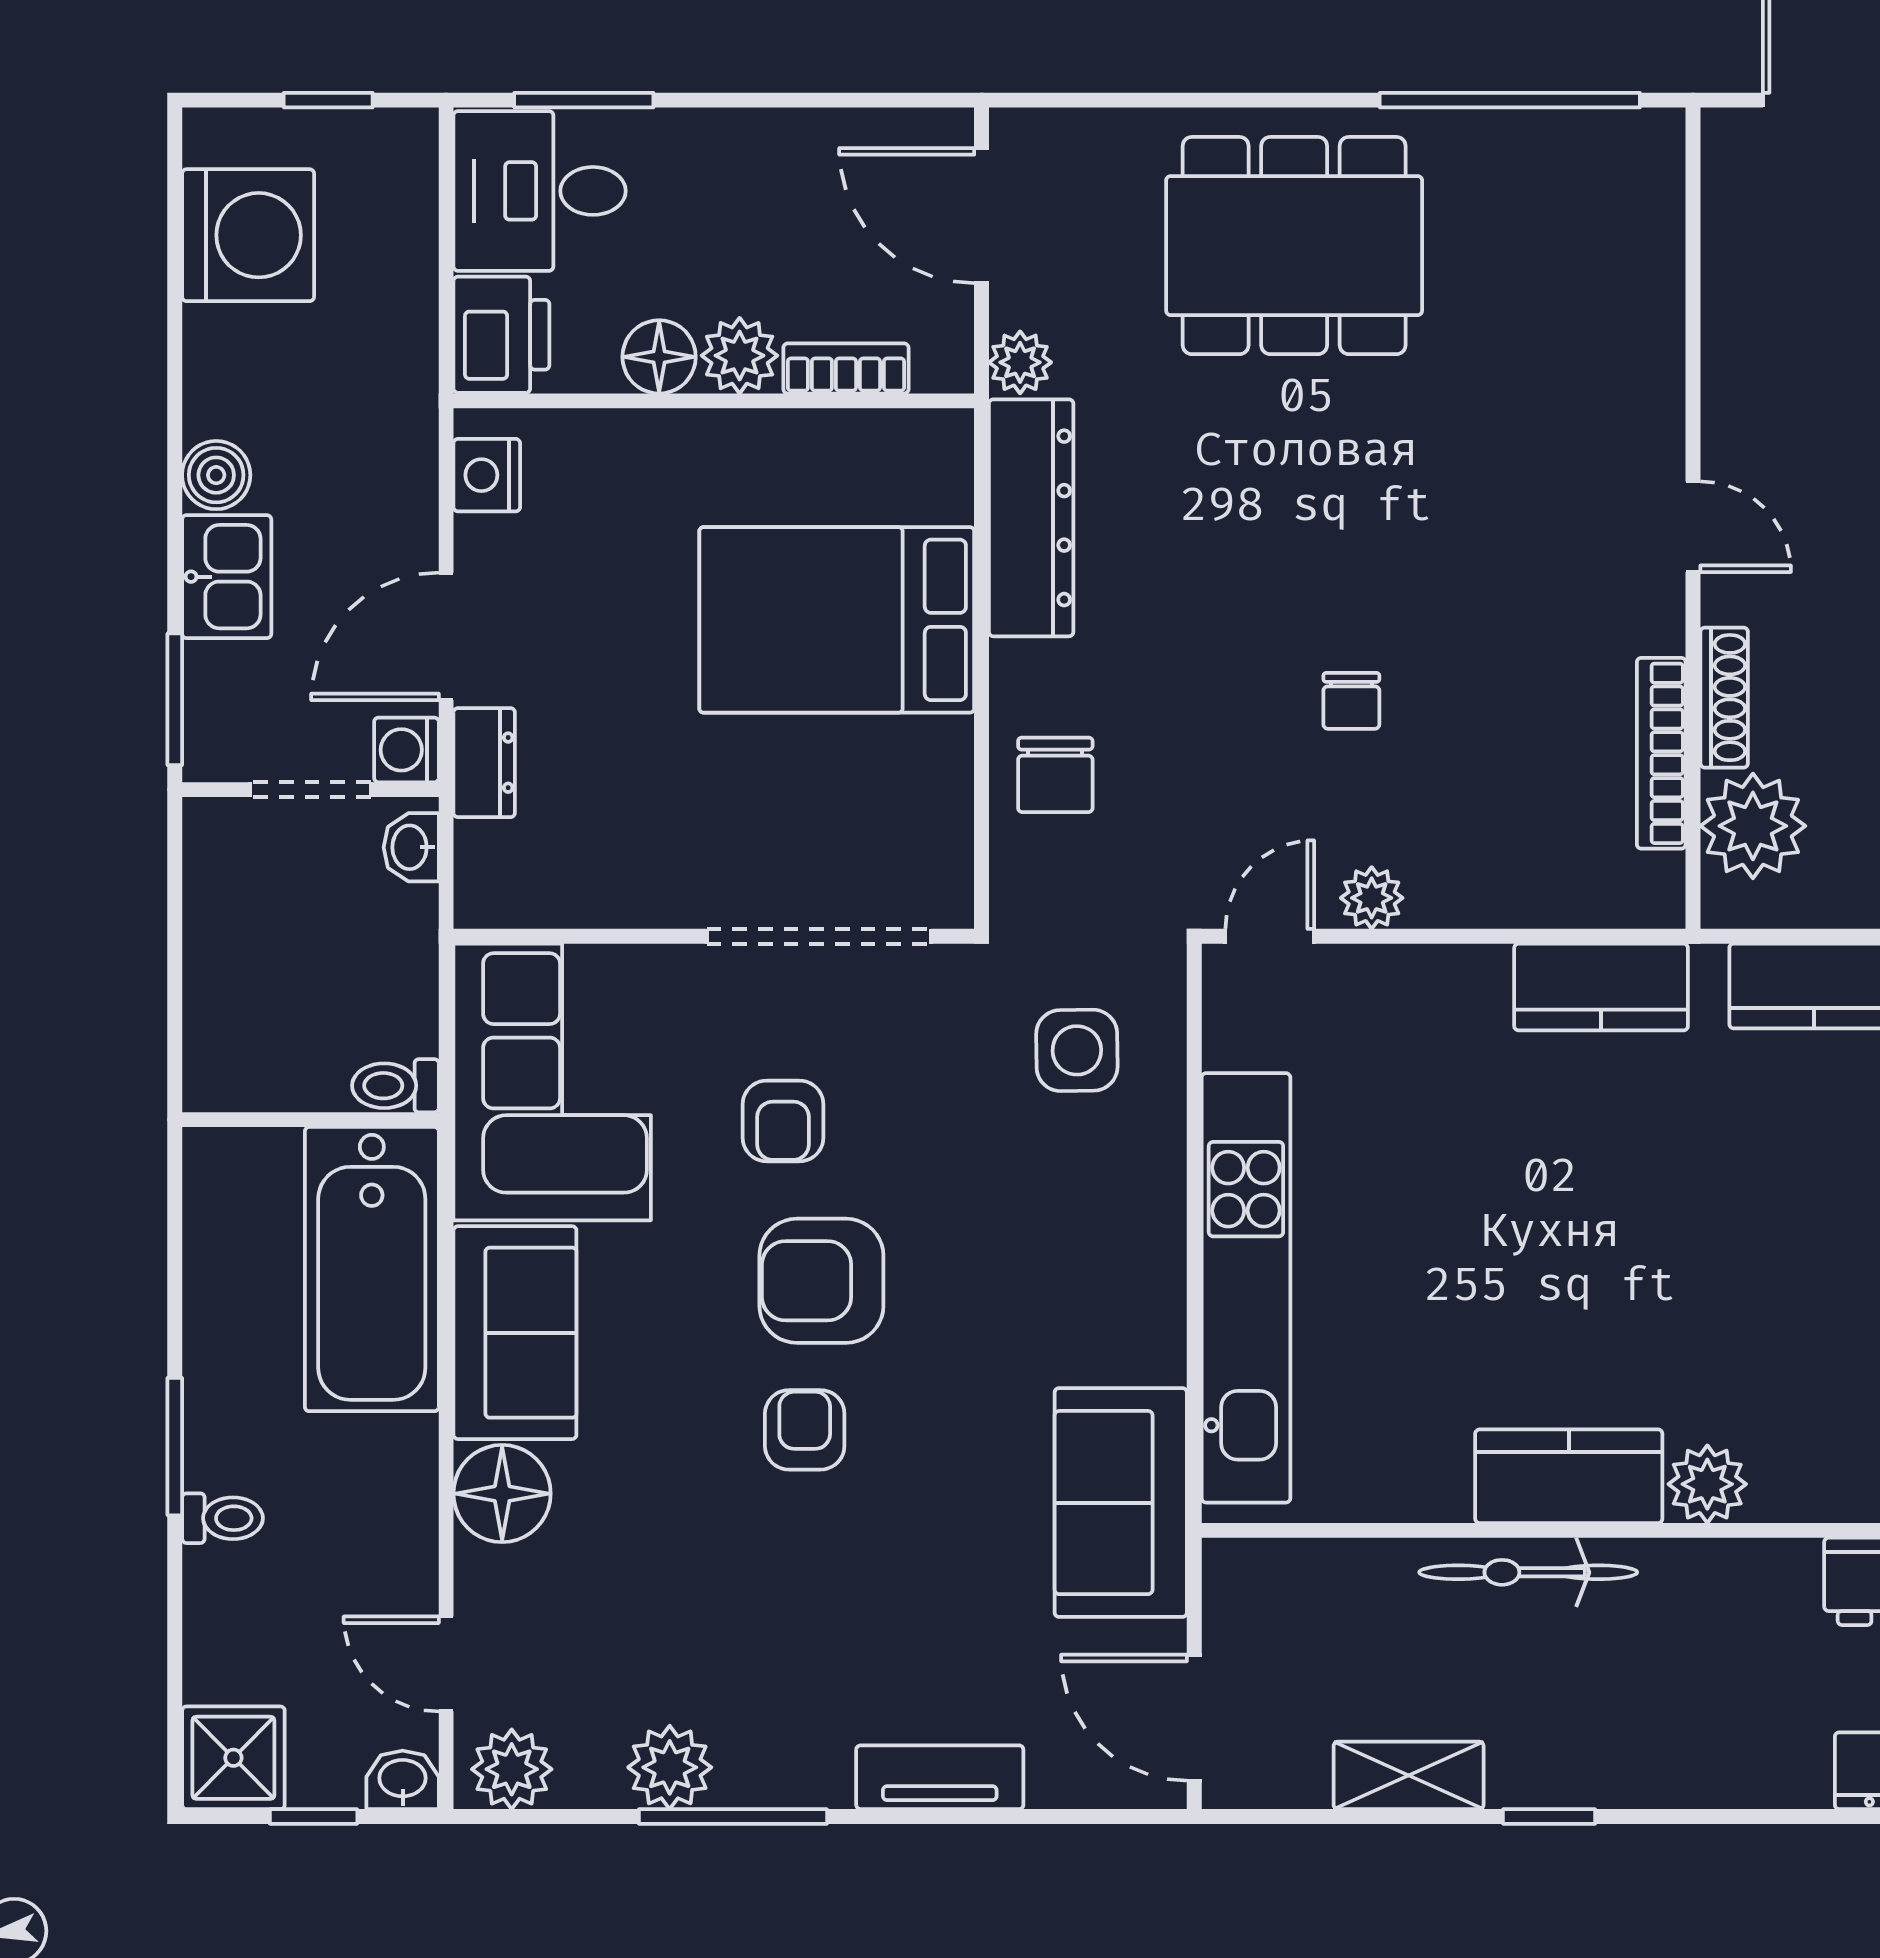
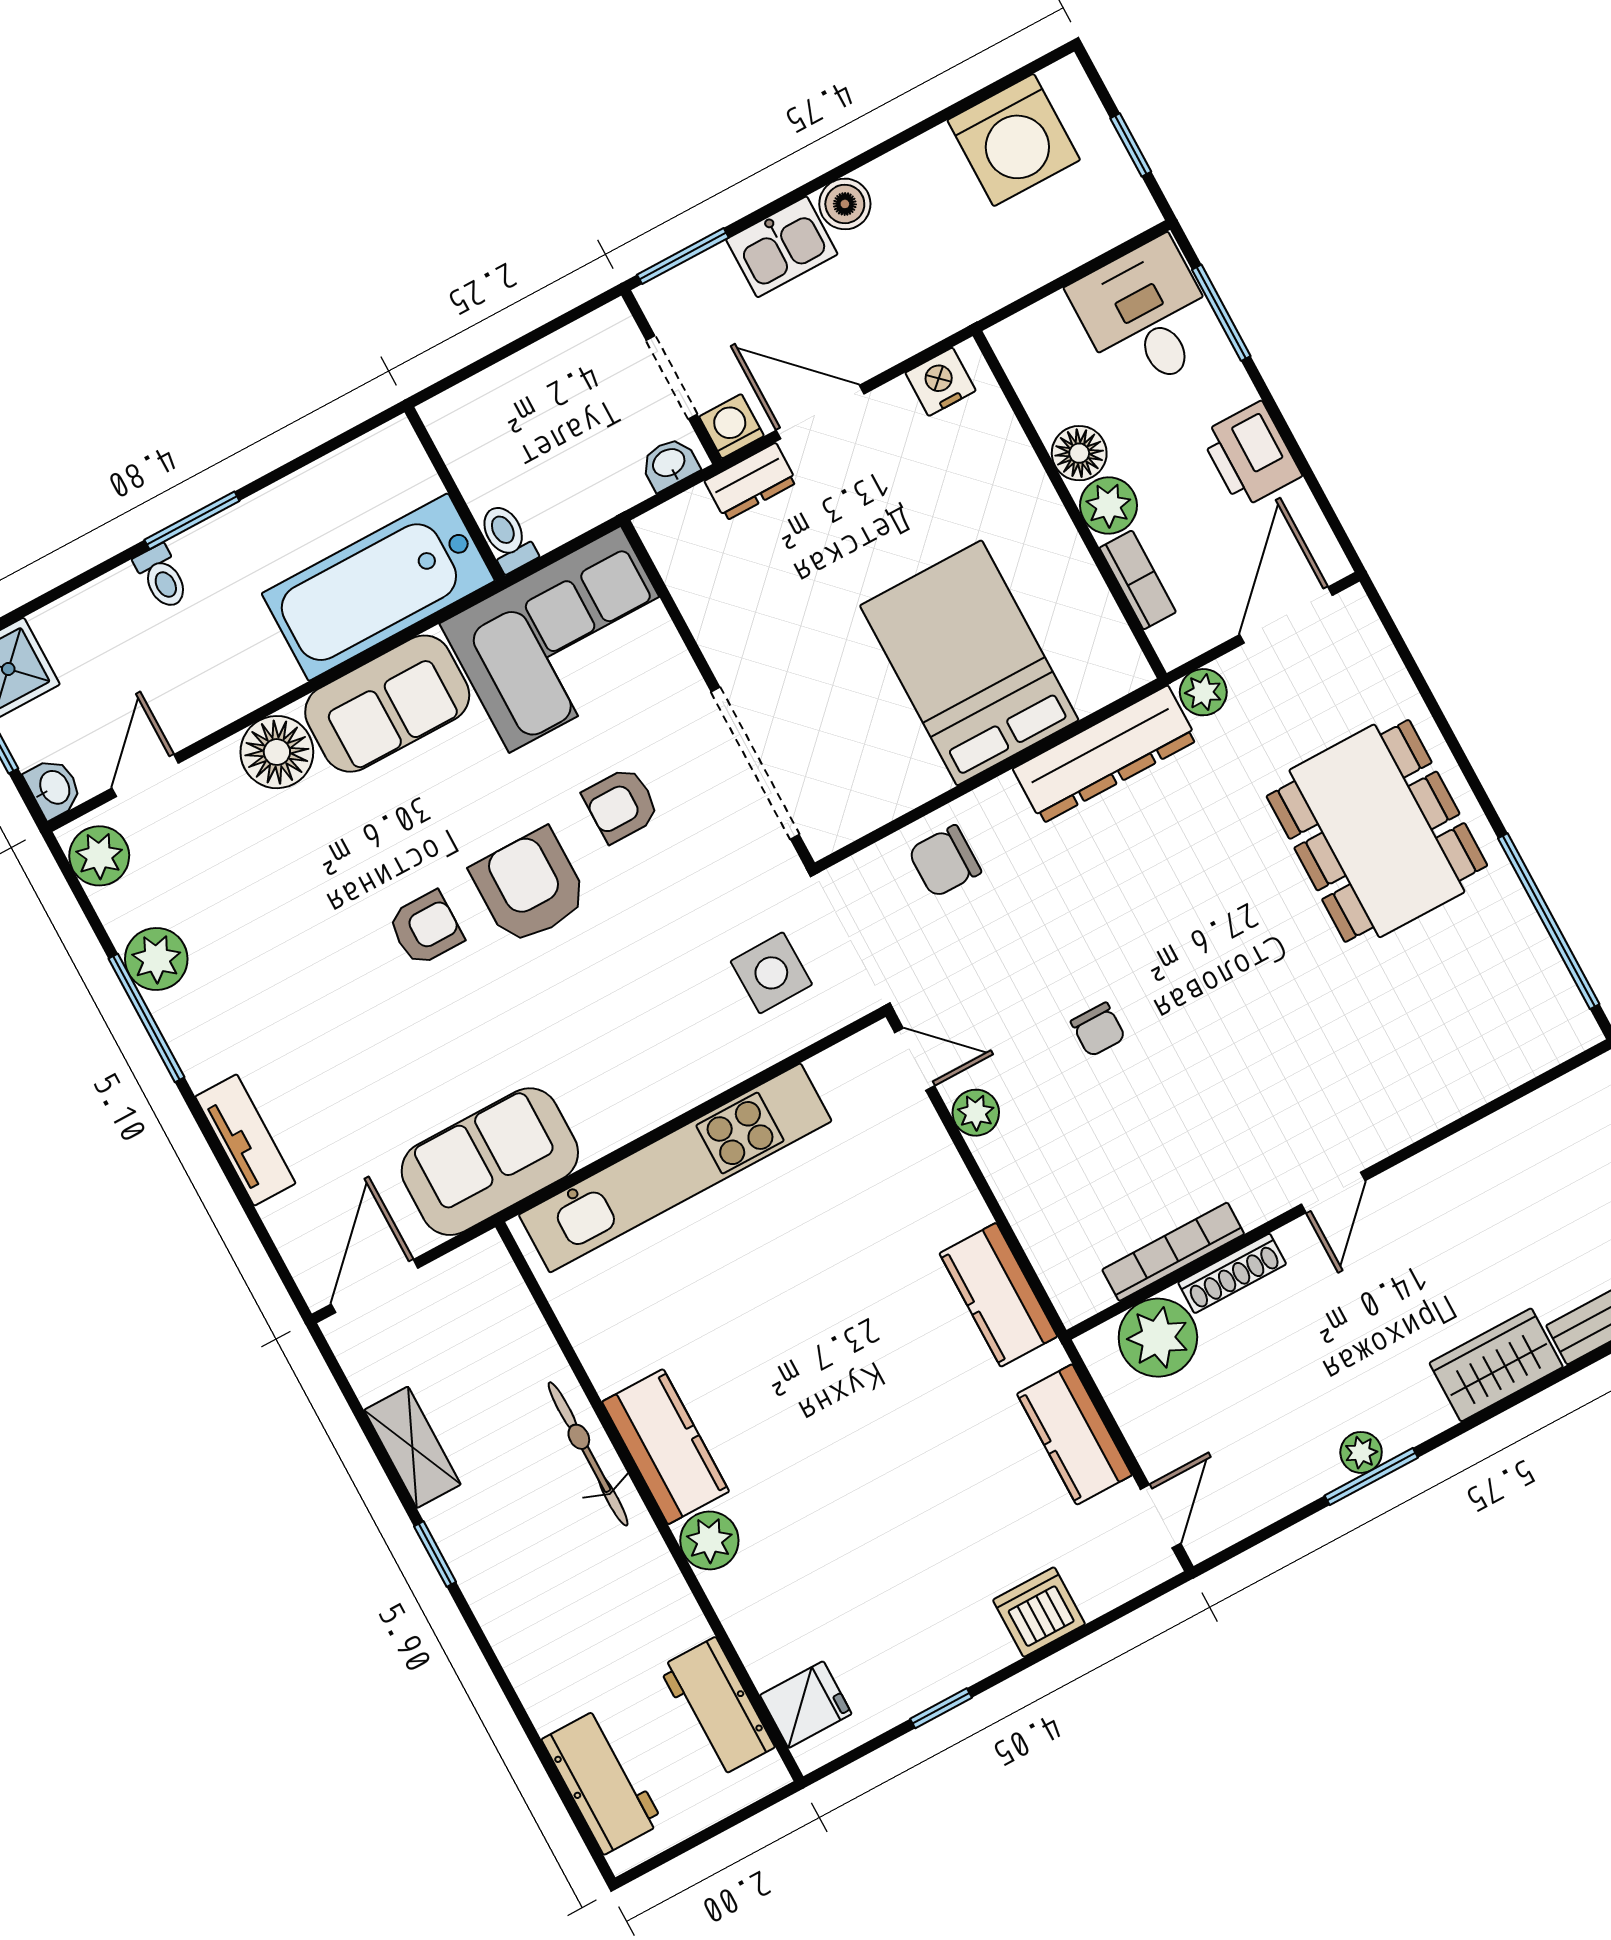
printer: (501, 335) -> (1251, 455), moved, turned 90
chair: (1351, 701) -> (1098, 1030), turned -90

